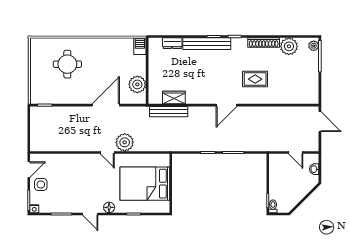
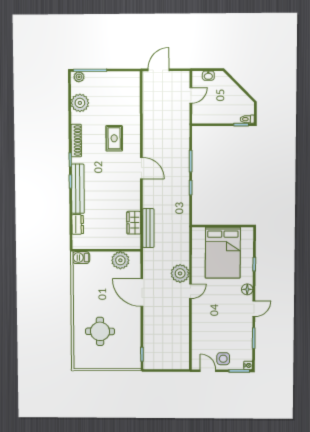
shoe rack: (264, 43) -> (76, 141), moved

